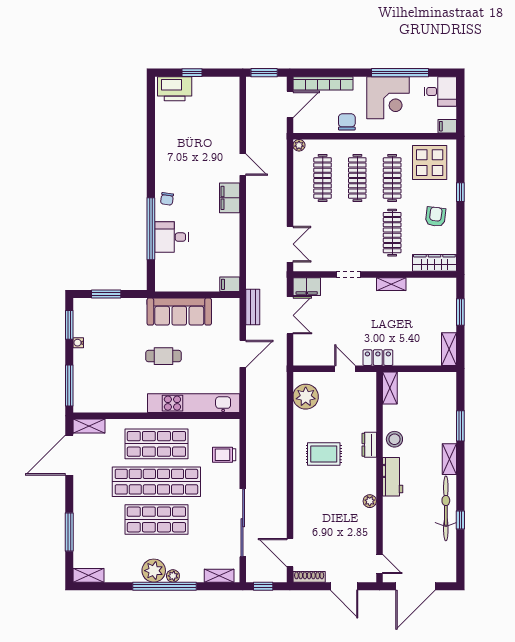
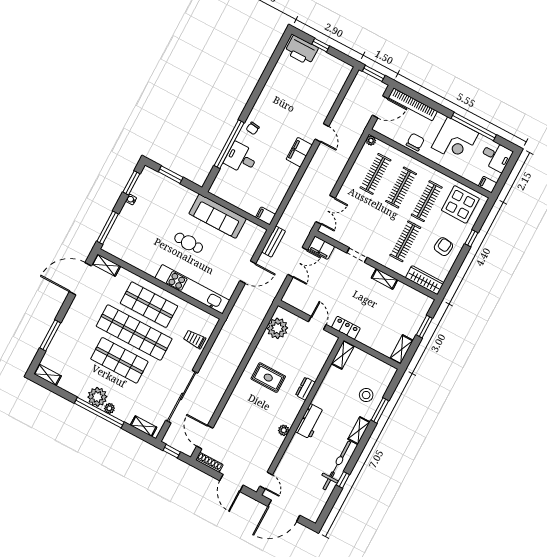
stool: (394, 439) -> (366, 395), moved

